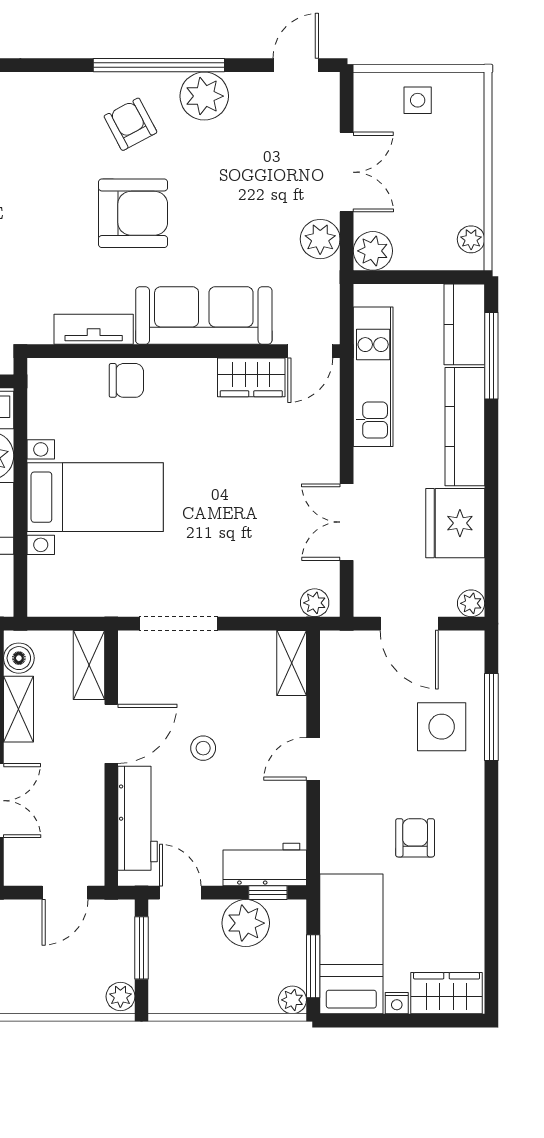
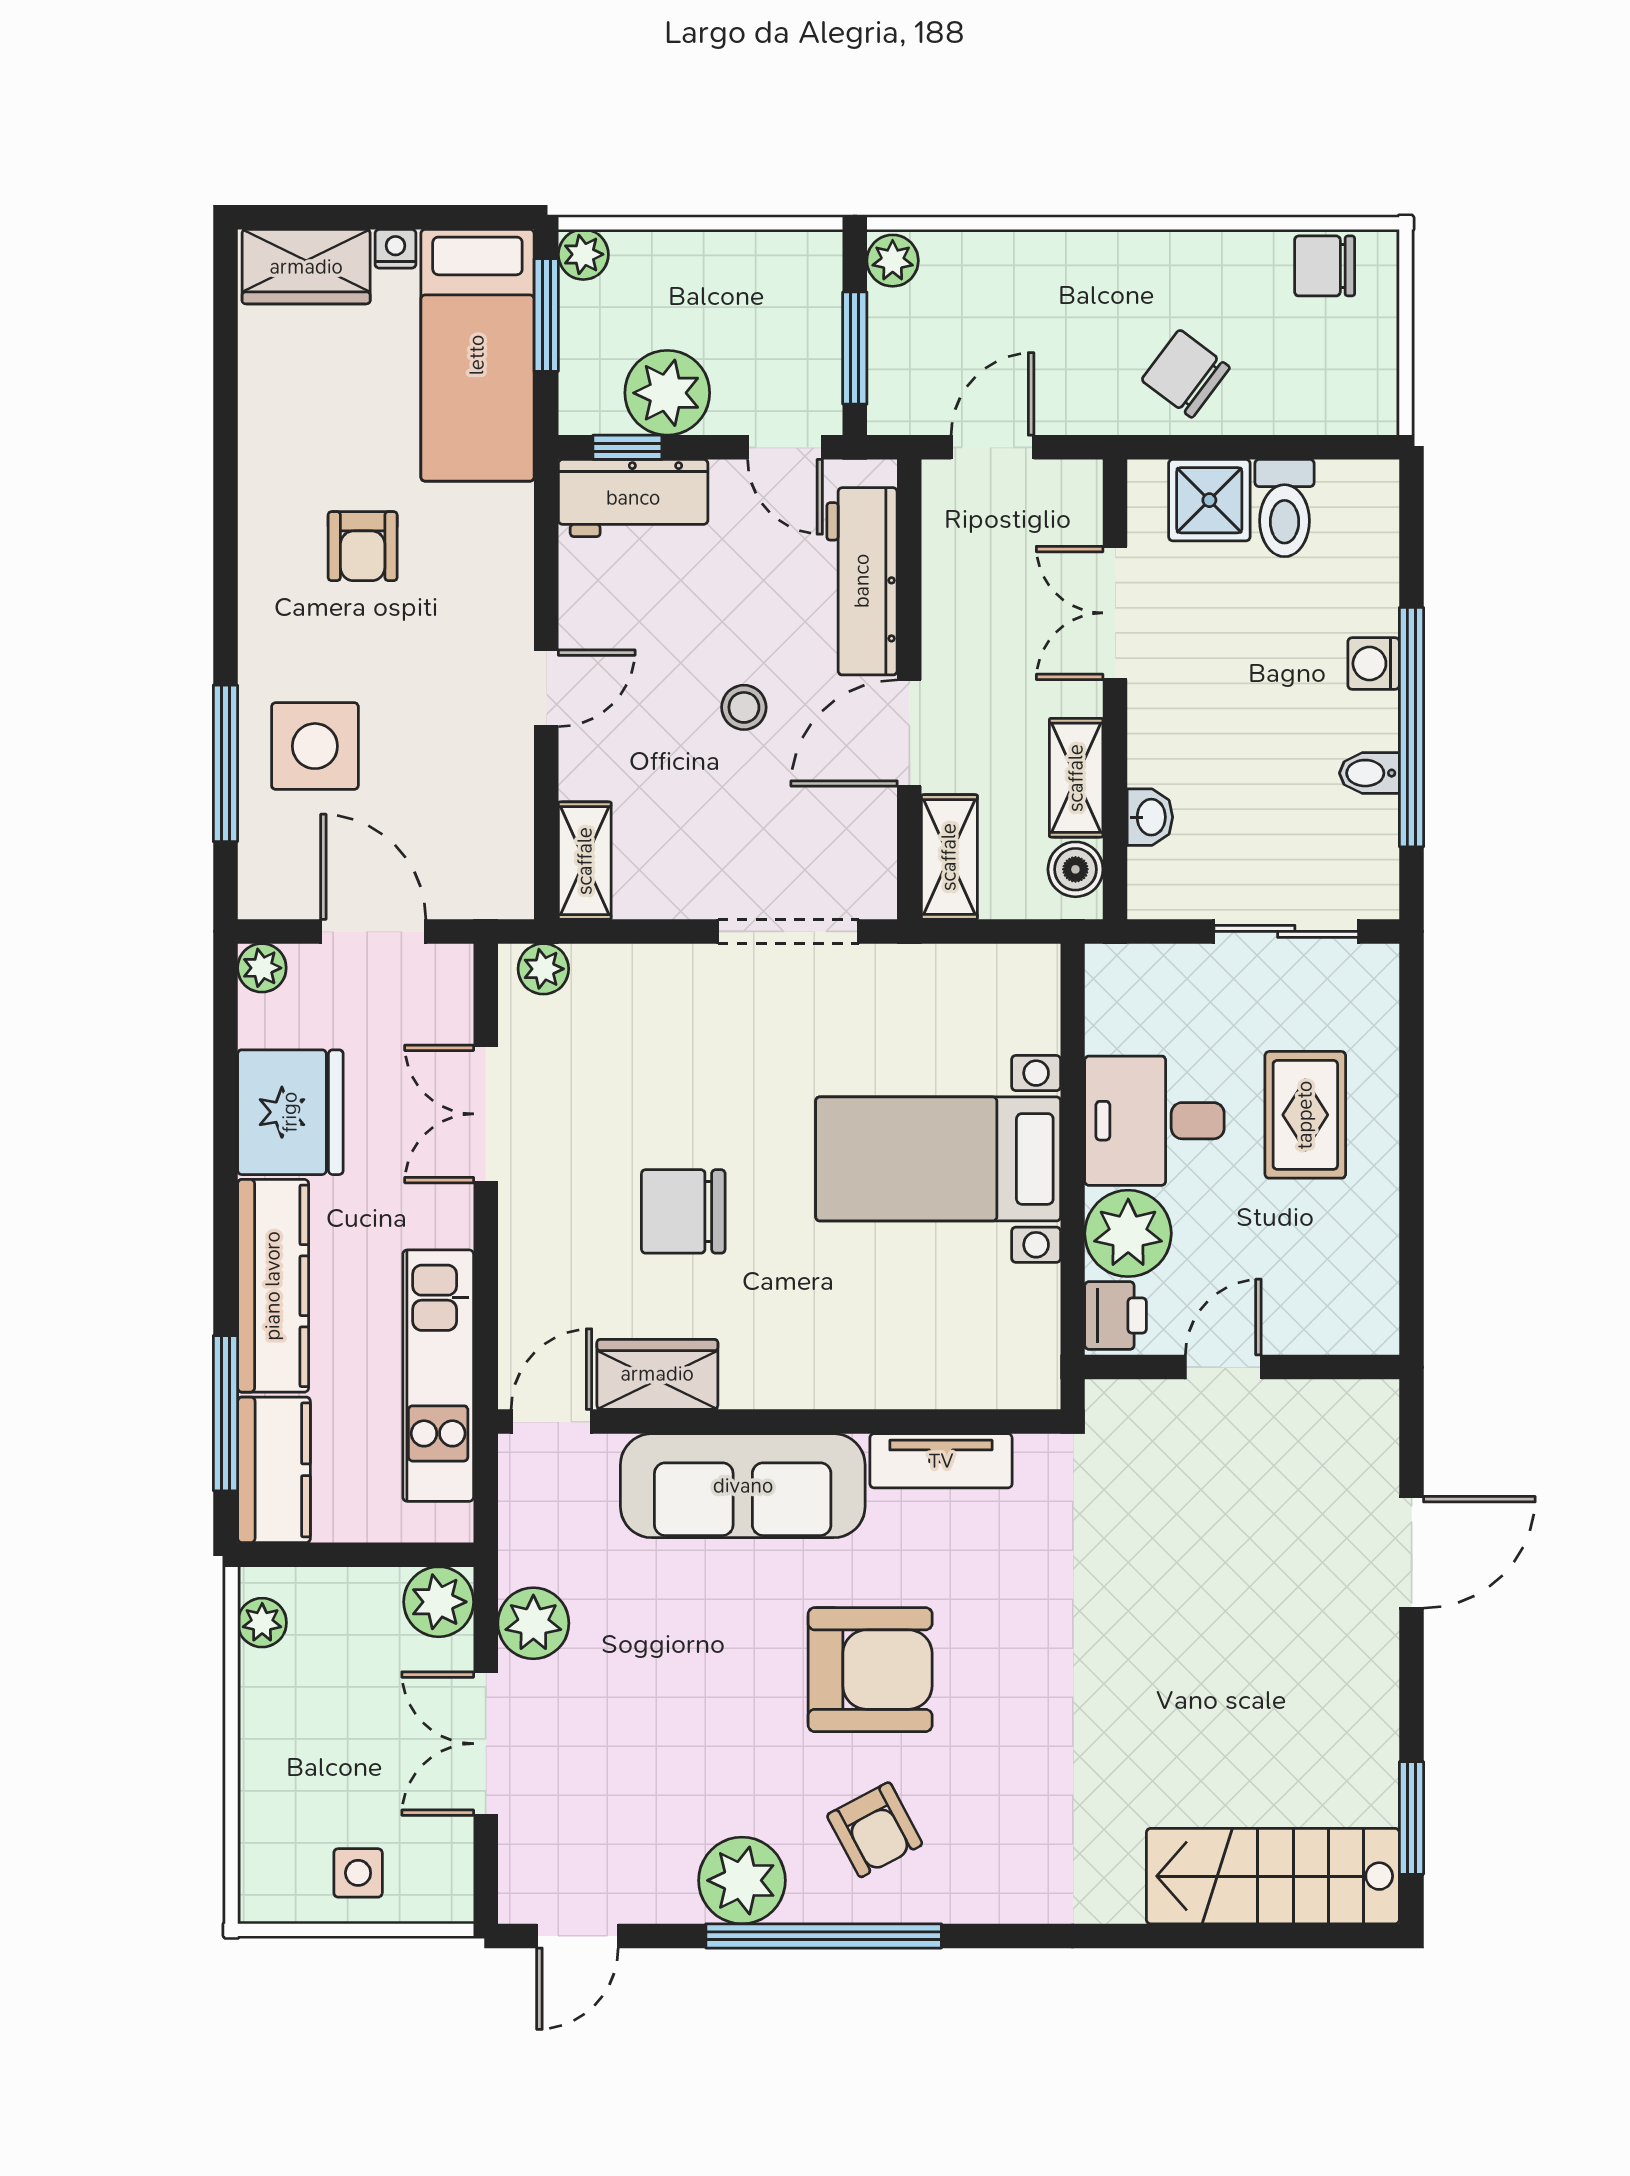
armchair: (133, 213) -> (870, 1670), turned 180
chair: (126, 380) -> (683, 1211), moved, width x1.37, depth x1.37
double door: (347, 522) -> (486, 1114), swing flipped

